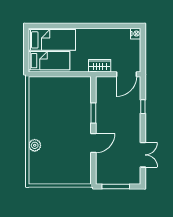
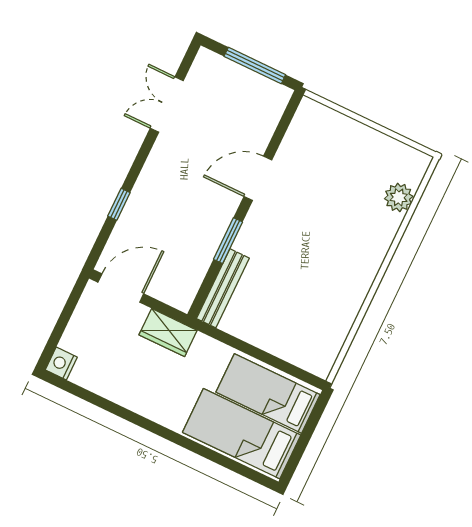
bench: (86, 93) -> (223, 288), added
plant: (35, 145) -> (399, 197), moved

